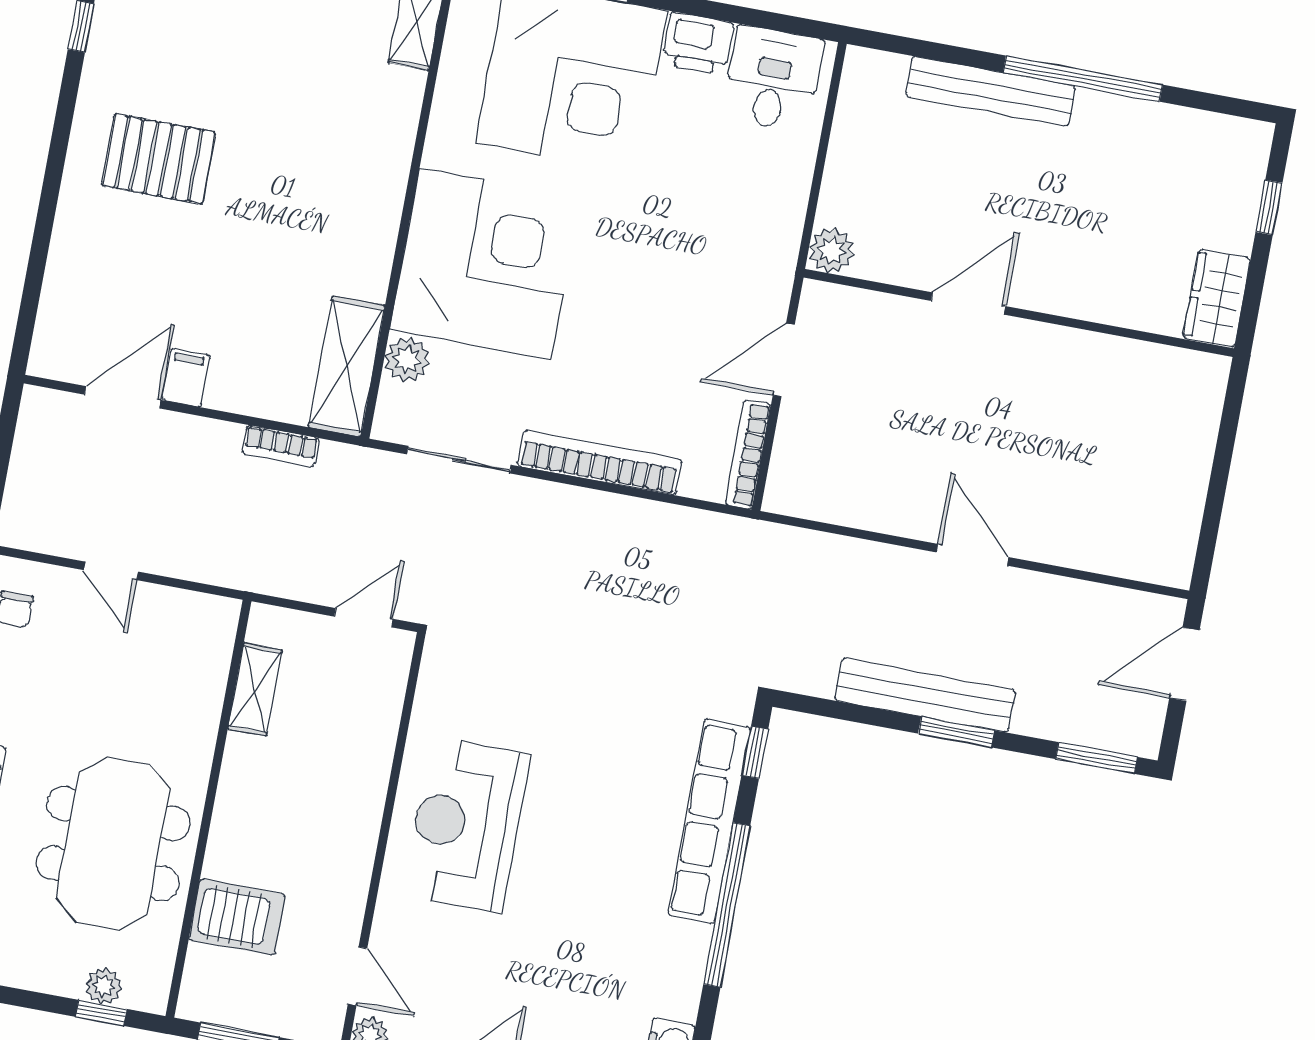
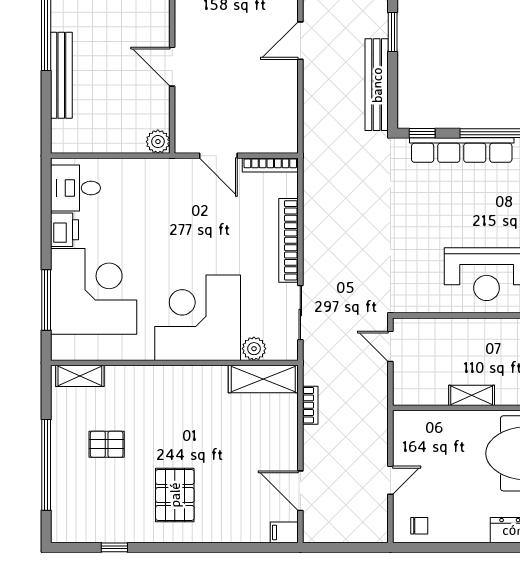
pallet: (278, 48) -> (107, 444), added
filing cabinet: (186, 377) -> (284, 532), moved
shelving: (255, 689) -> (472, 395), moved
bench: (925, 695) -> (377, 85), moved

